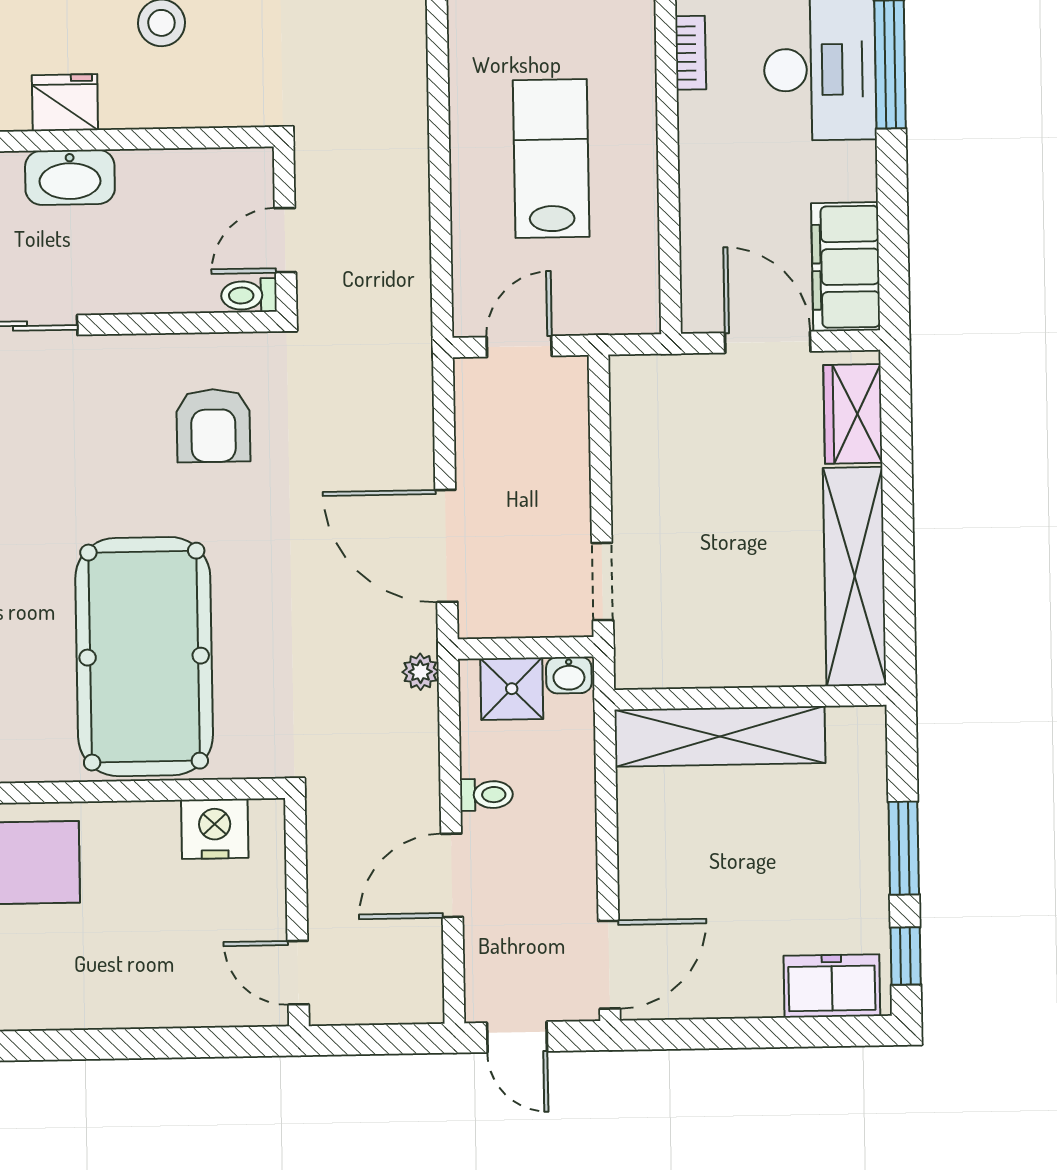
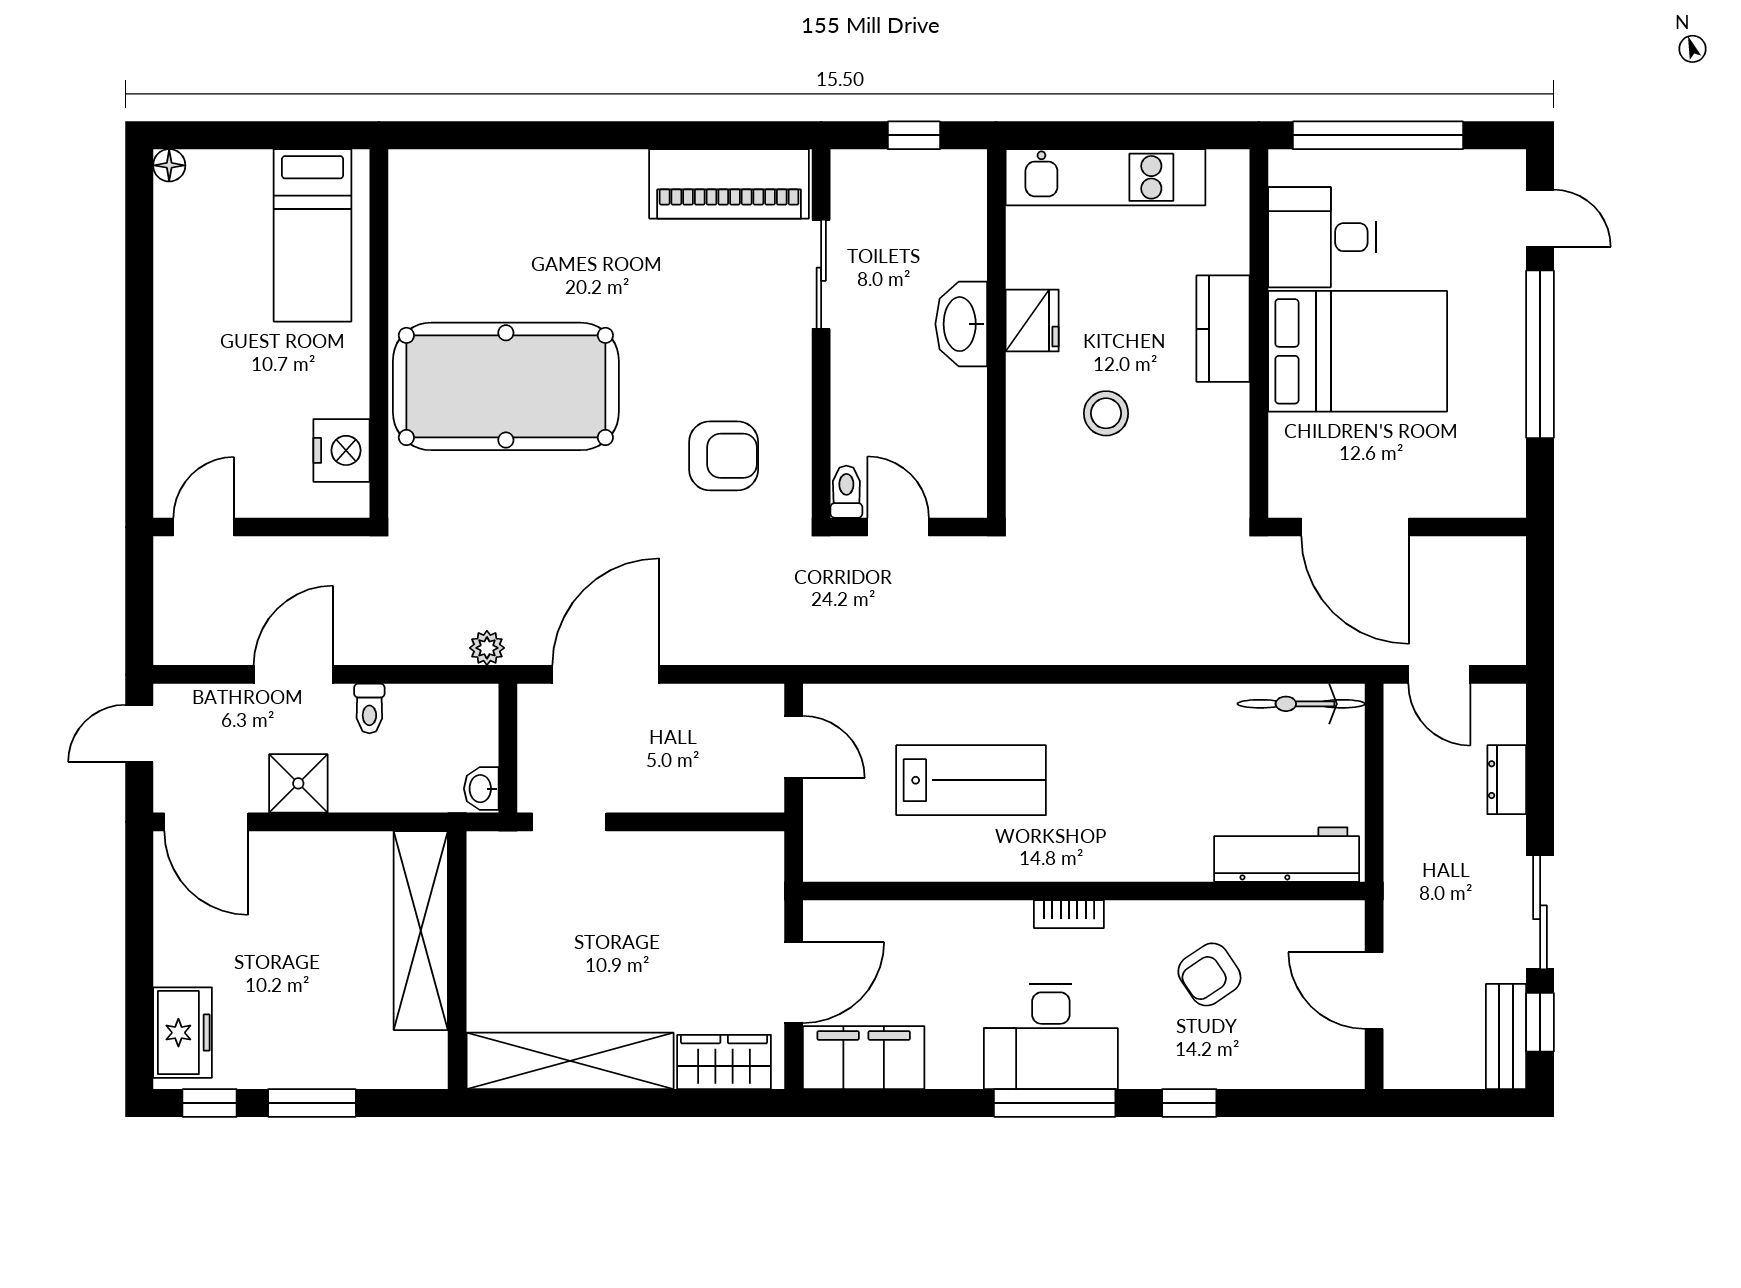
armchair: (213, 426) -> (724, 456), turned 180
shower: (512, 689) -> (298, 783), moved
door: (452, 875) -> (294, 674), hinge flipped

